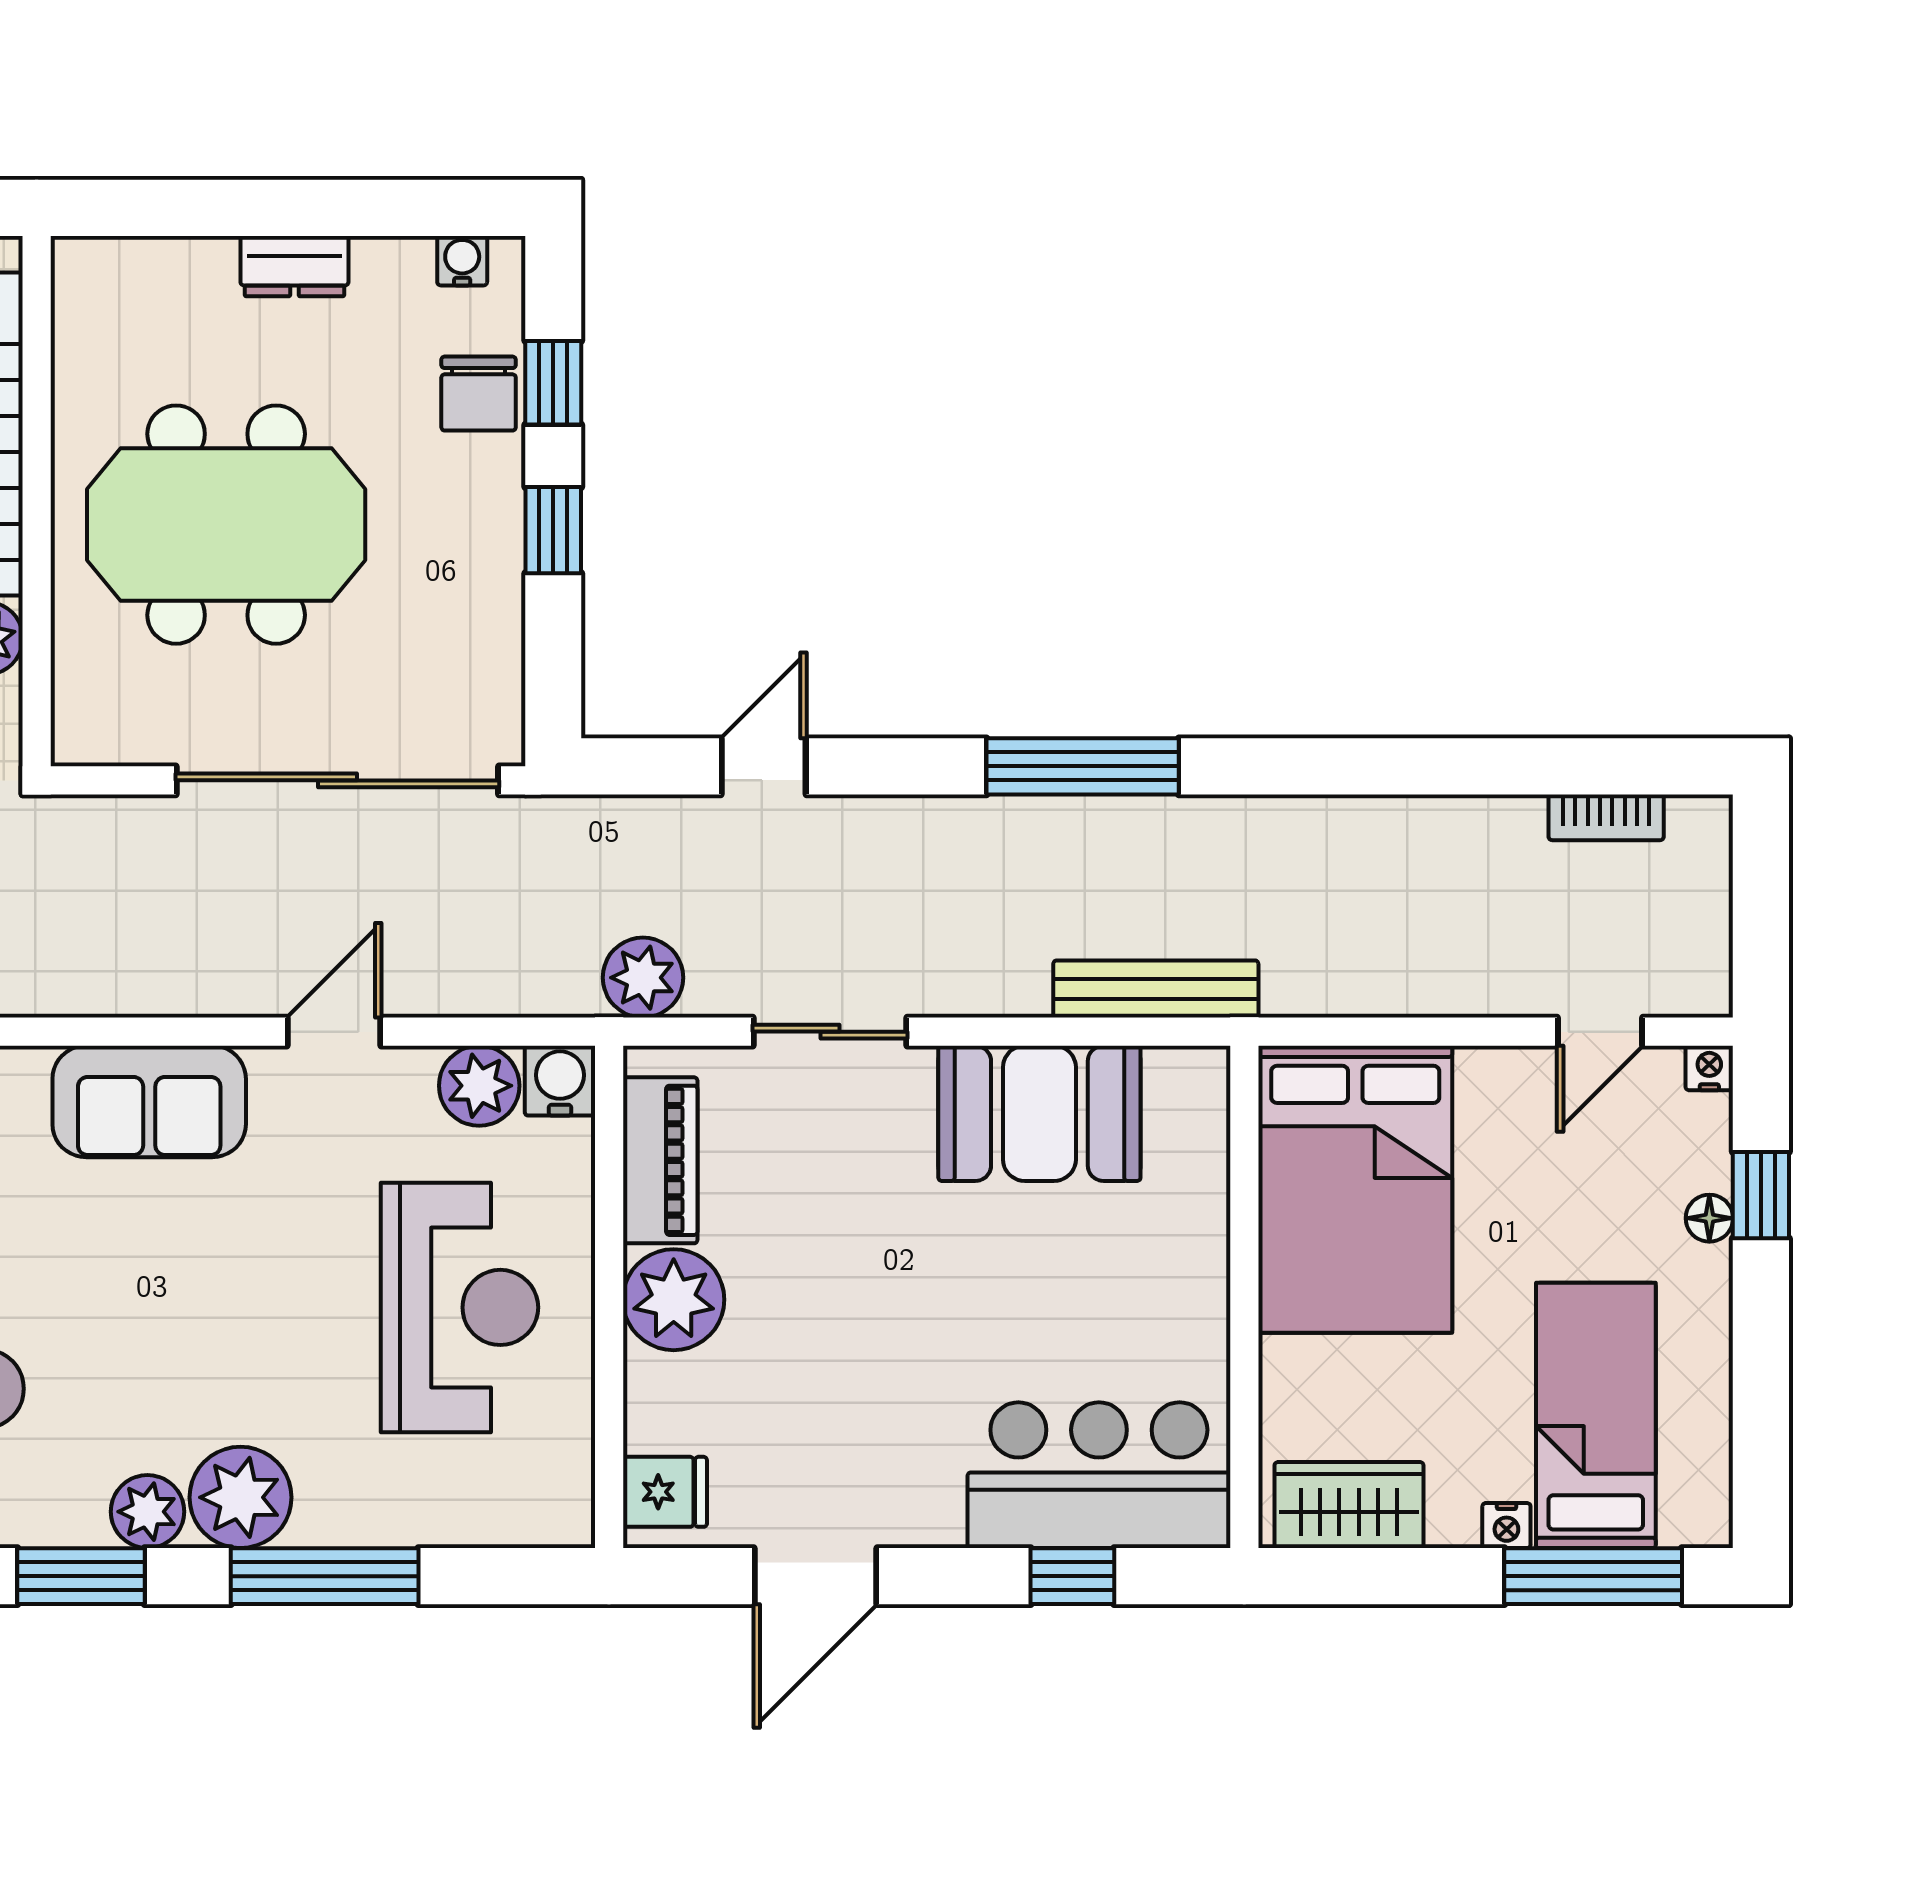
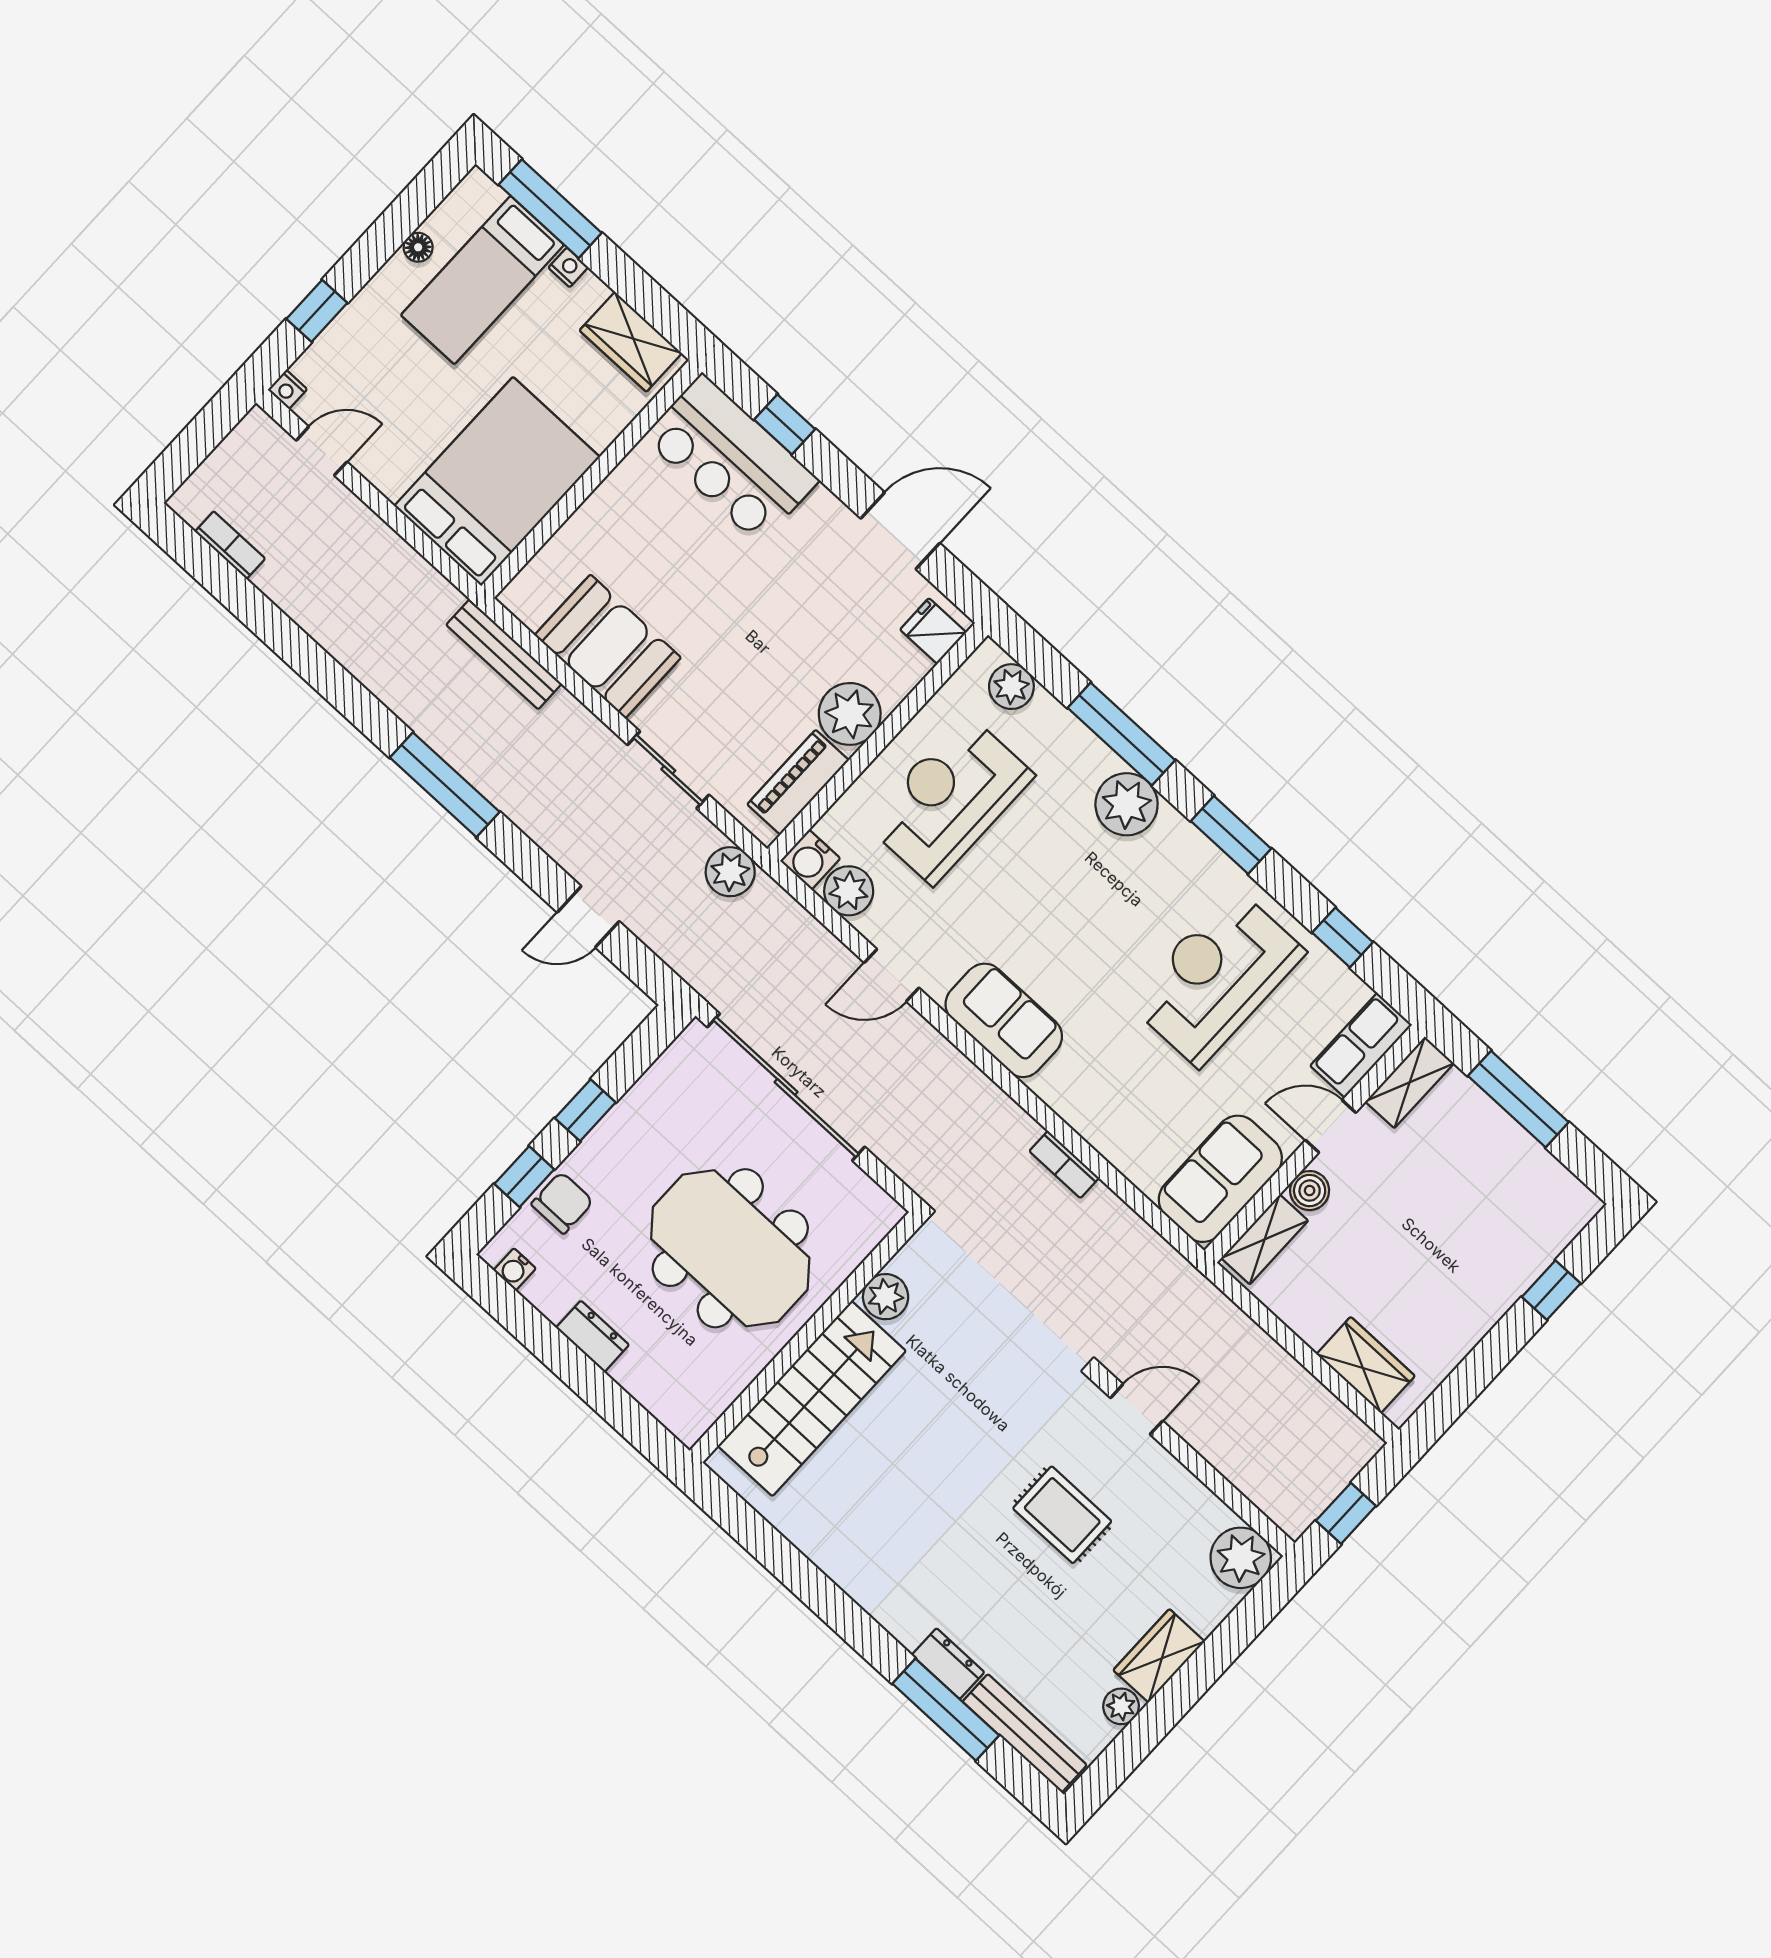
floor lamp: (1709, 1218) -> (418, 247), moved
plant: (147, 1512) -> (1011, 687), moved

